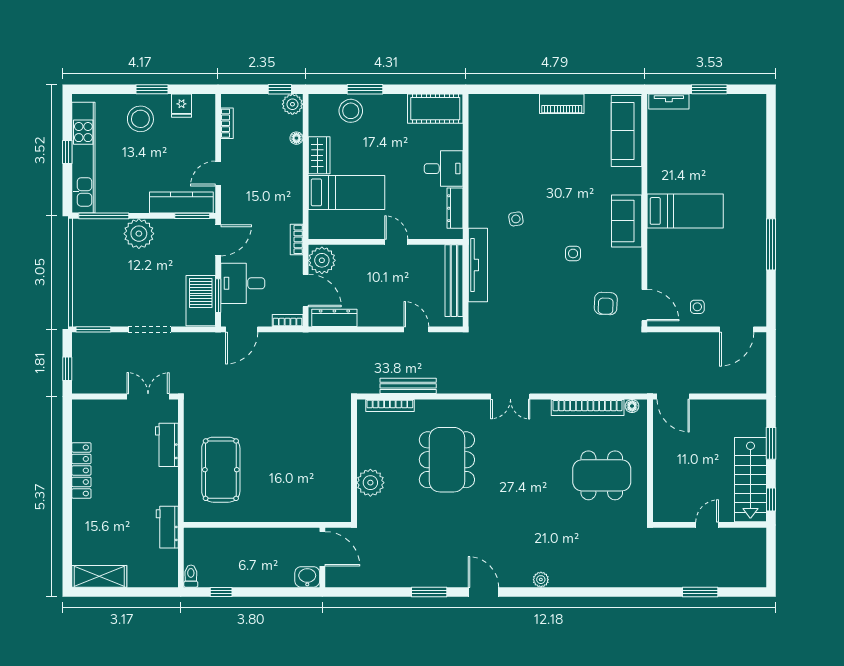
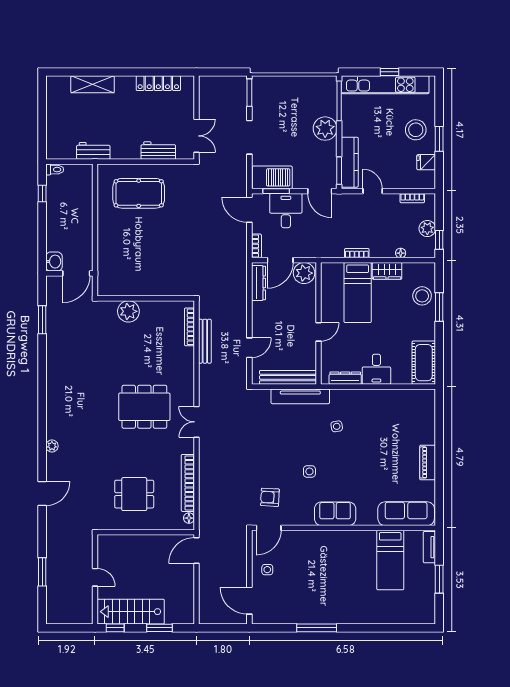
plant: (292, 104) -> (427, 229), moved
bed: (685, 211) -> (390, 560), moved
bookcase: (297, 239) -> (357, 253), moved
window: (67, 369) -> (218, 72), removed
dining table: (447, 460) -> (144, 407), moved
locker: (81, 470) -> (158, 83), moved
dining table: (602, 475) -> (134, 494), width x0.73
shelving: (99, 576) -> (93, 84), moved, turned 90
window: (429, 592) -> (42, 320), moved
door: (483, 592) -> (42, 494), moved

